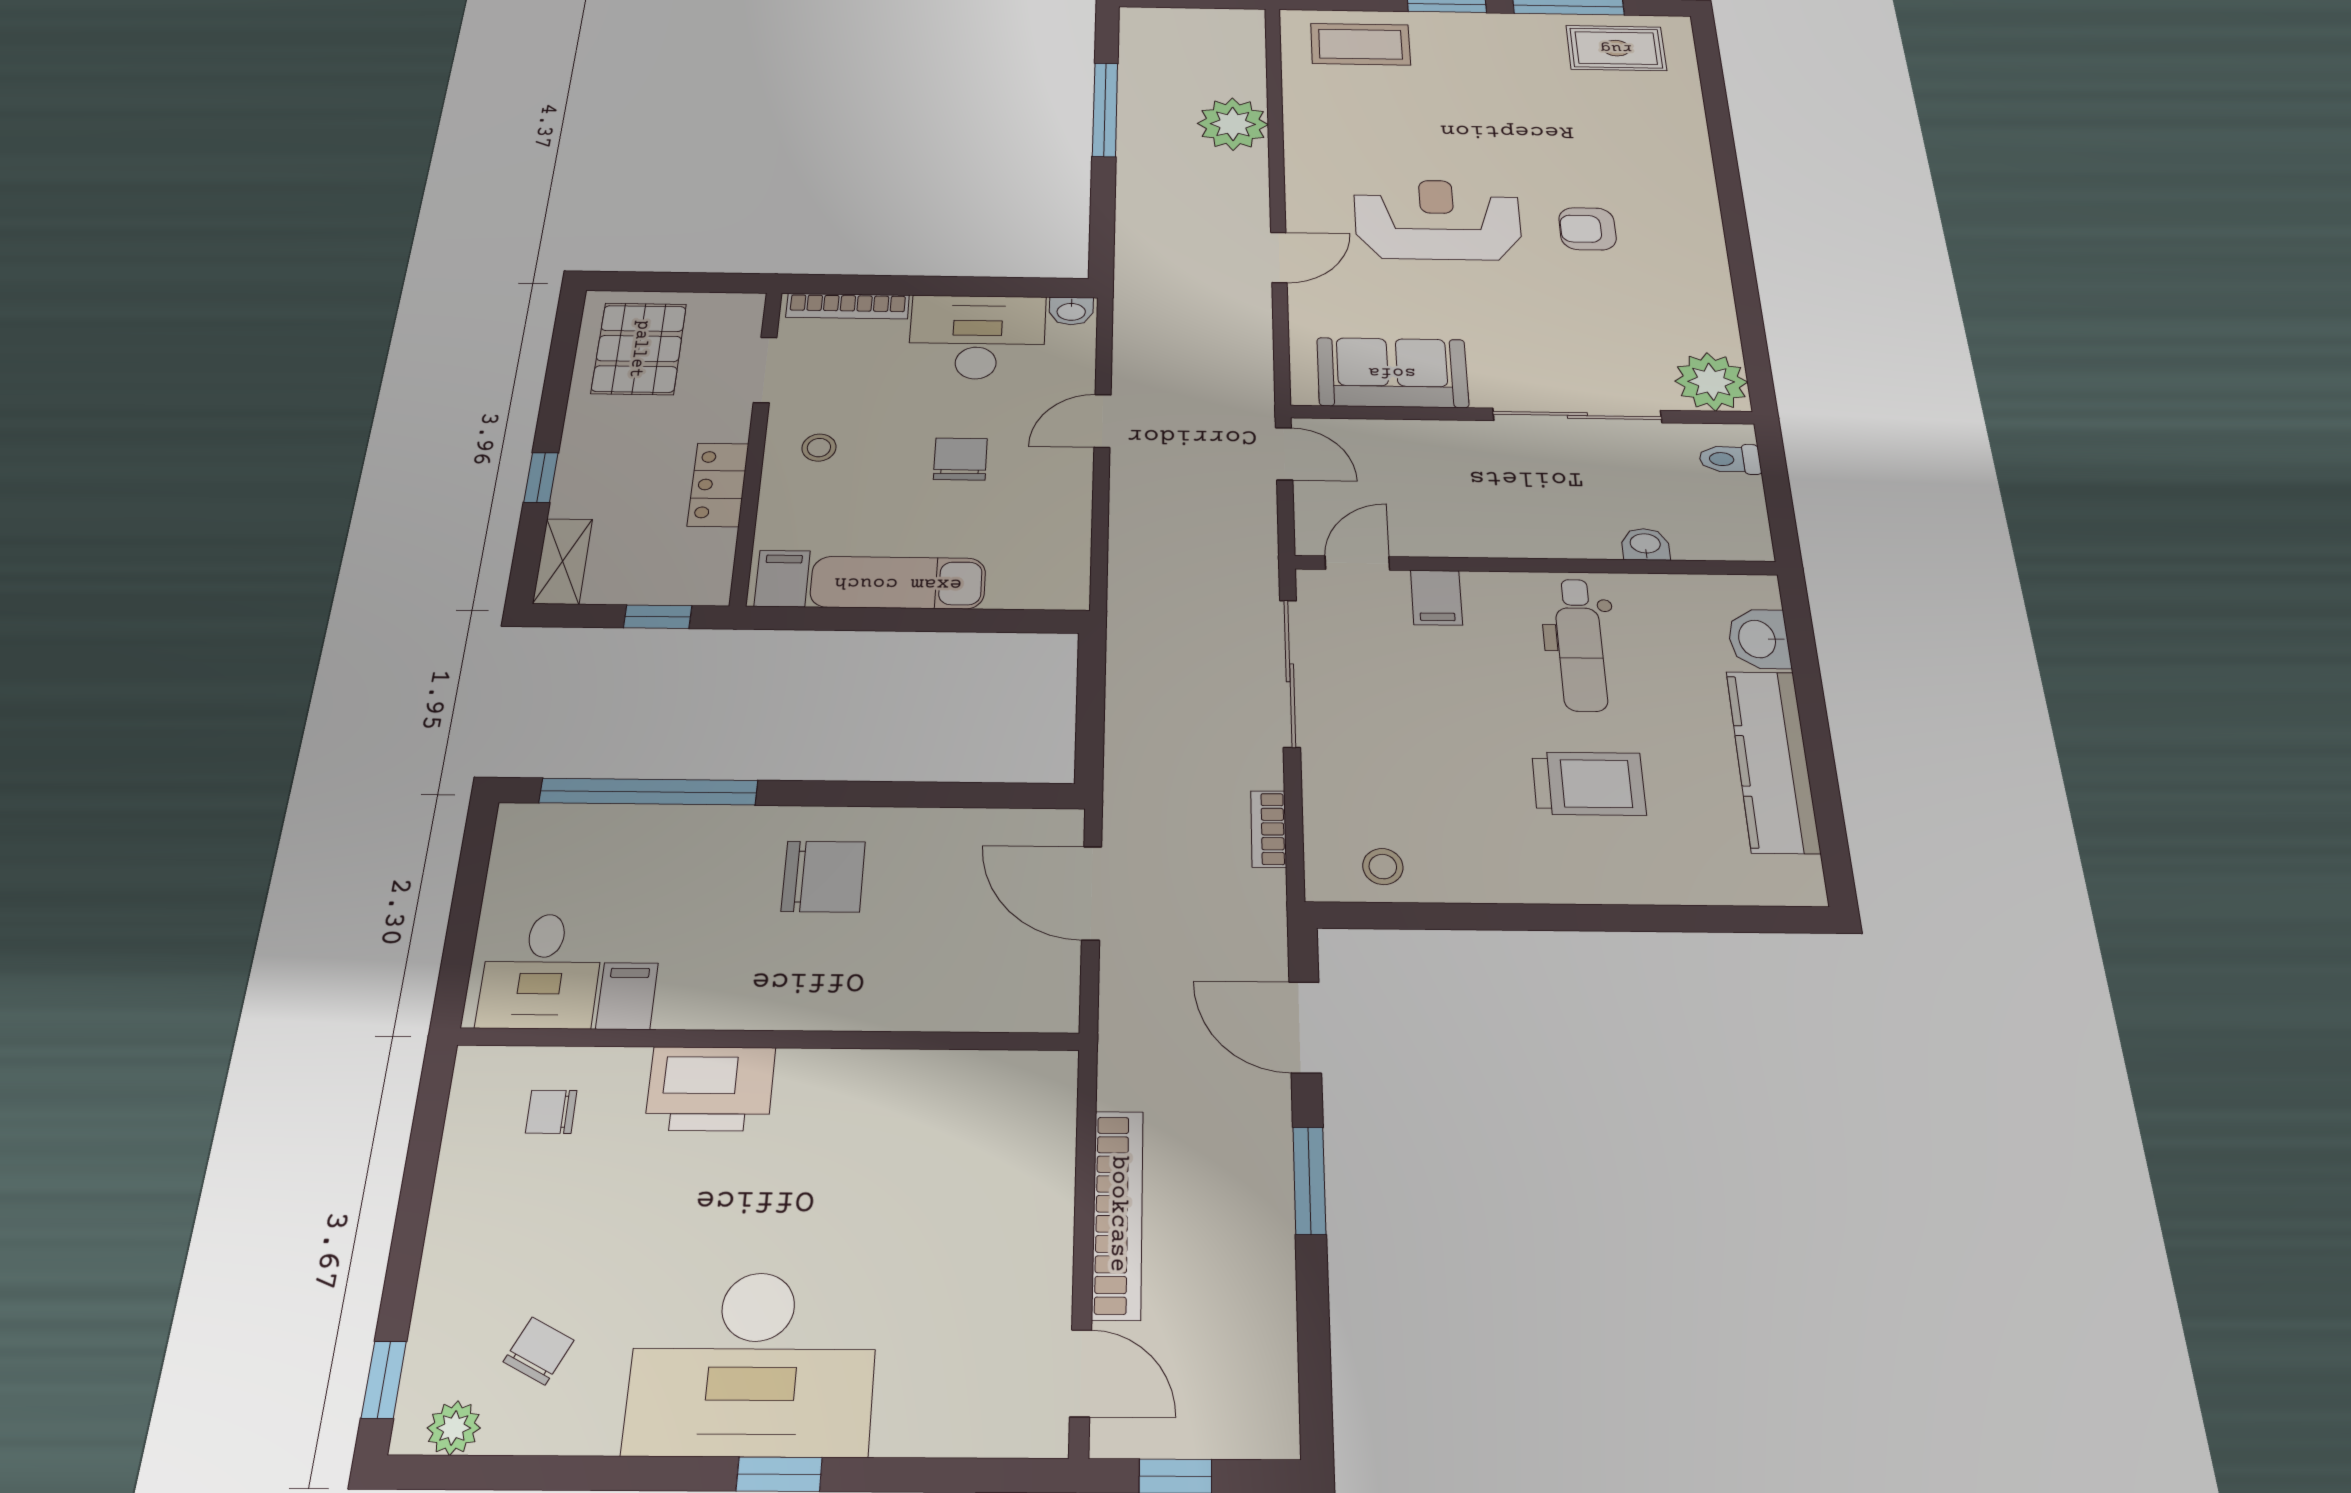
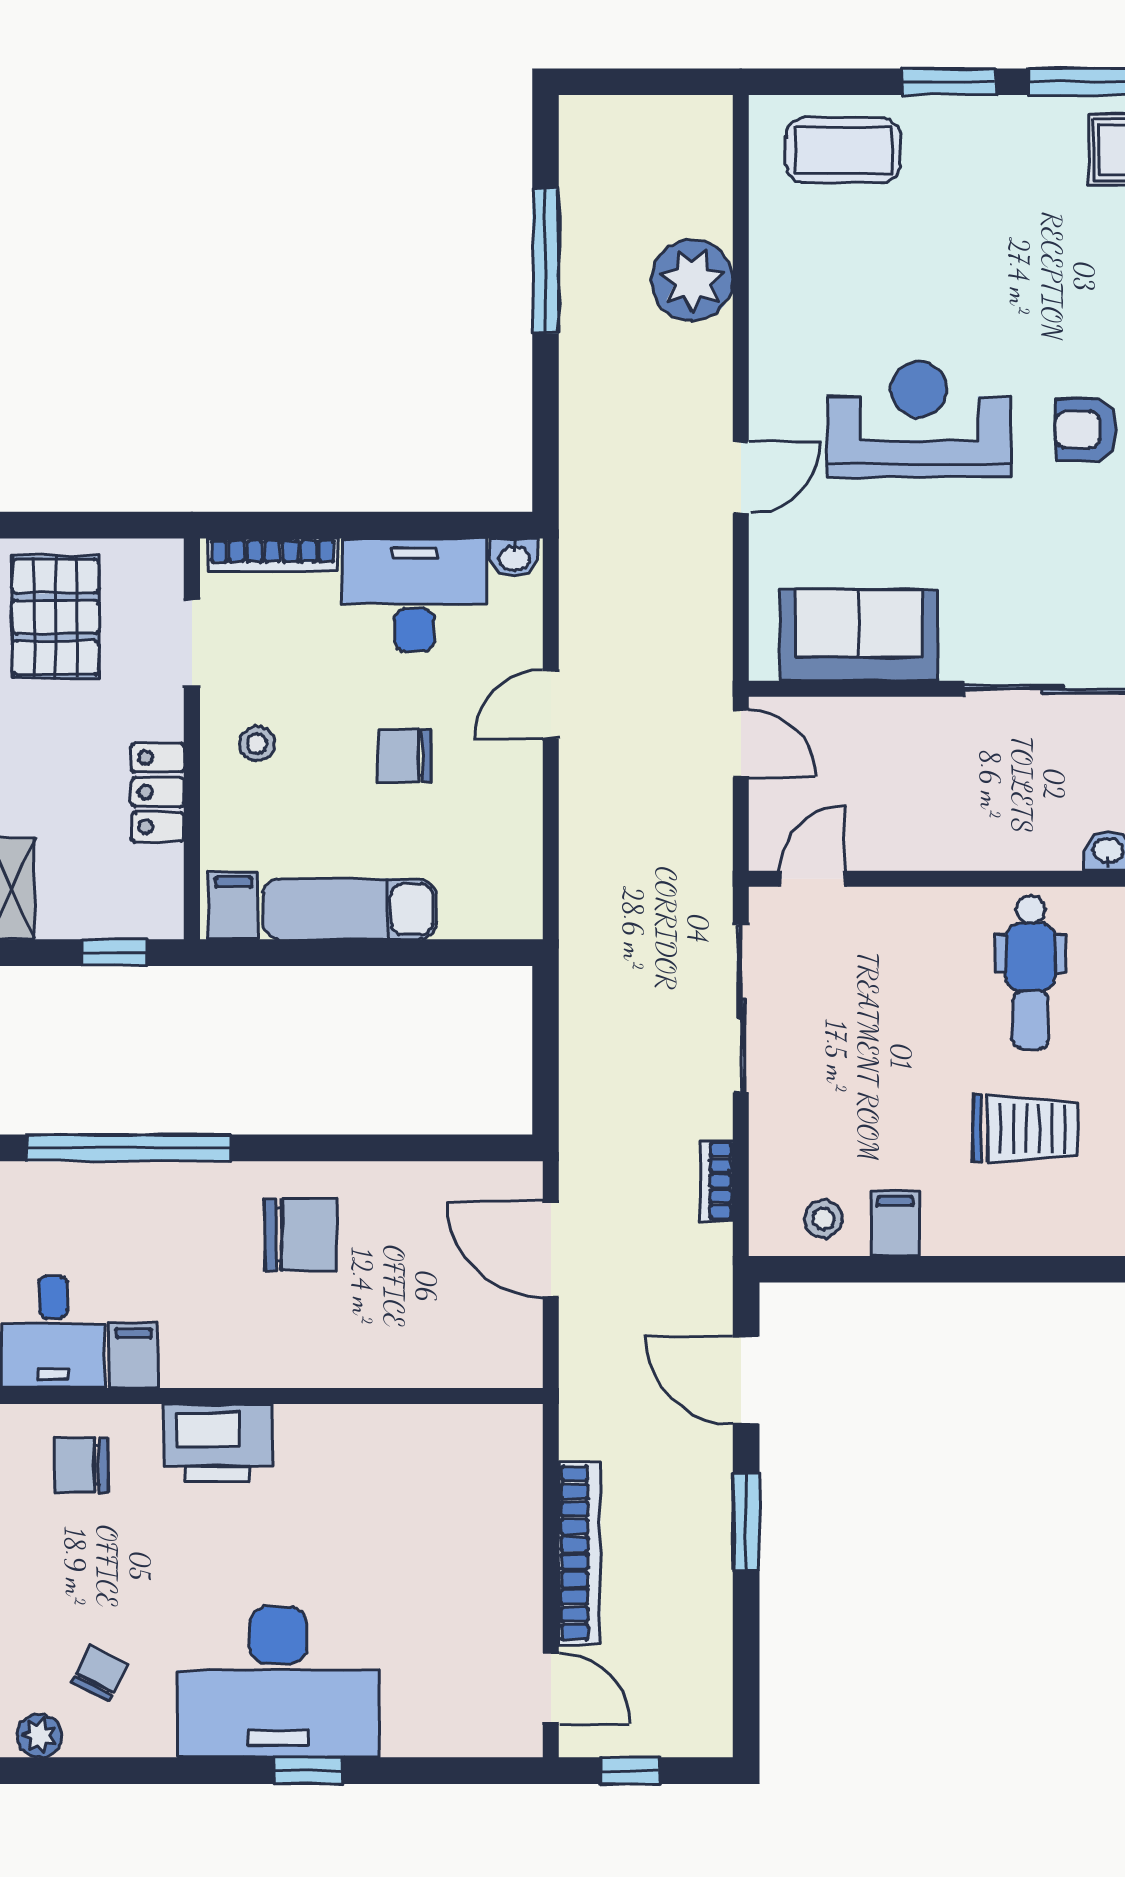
chair: (960, 459) -> (404, 756), turned -90
filing cabinet: (1436, 598) -> (895, 1224), moved, turned 180
chair: (551, 1112) -> (81, 1465), width x1.37, depth x1.37

